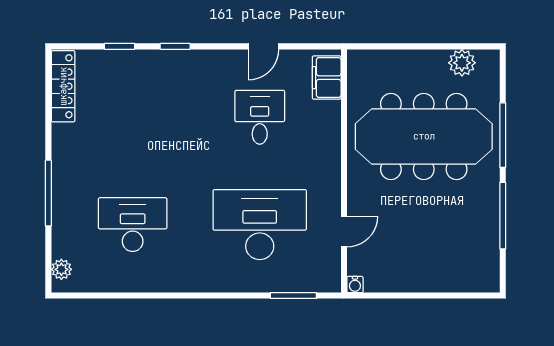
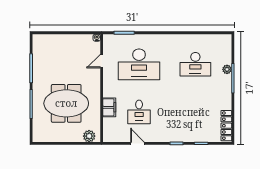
door: (263, 46) -> (137, 143), hinge flipped
plant: (462, 63) -> (89, 136), moved
filing cabinet: (327, 78) -> (109, 107), moved
meeting table: (424, 136) -> (66, 103), width x0.73
plant: (61, 269) -> (227, 69), moved

